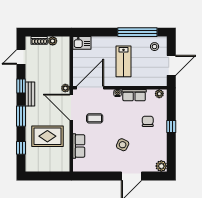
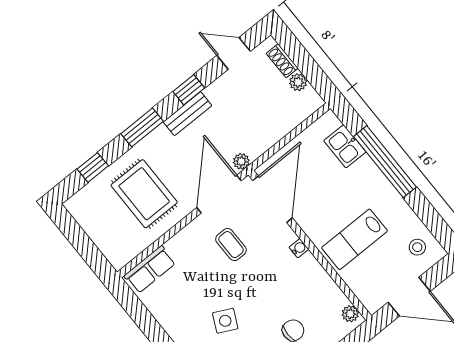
window: (137, 32) -> (385, 162), moved
kitchen sink: (82, 43) -> (345, 146), moved
lab bench: (124, 61) -> (355, 239), moved
door: (90, 88) -> (273, 199), hinge flipped
row of seats: (134, 95) -> (316, 276), removed
row of seats: (79, 146) -> (150, 269), moved

